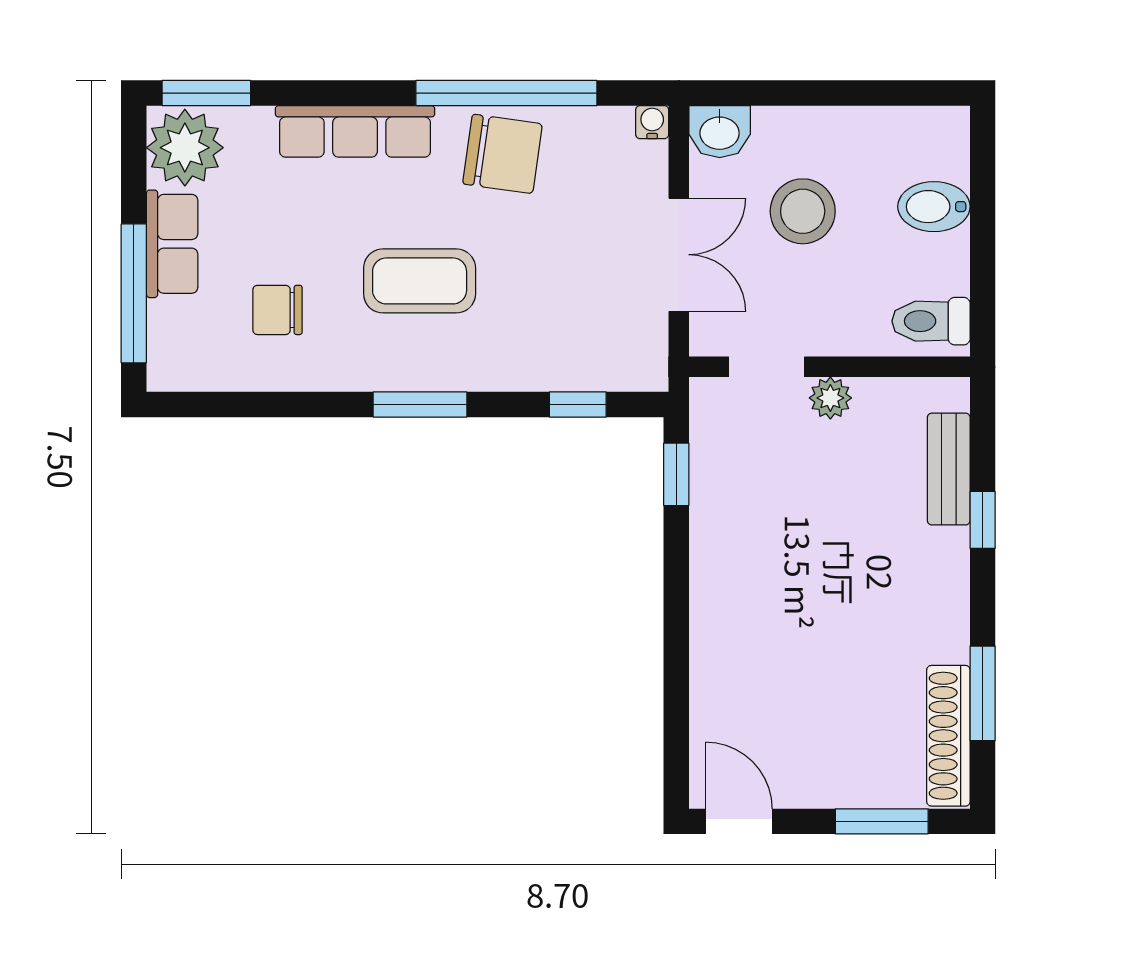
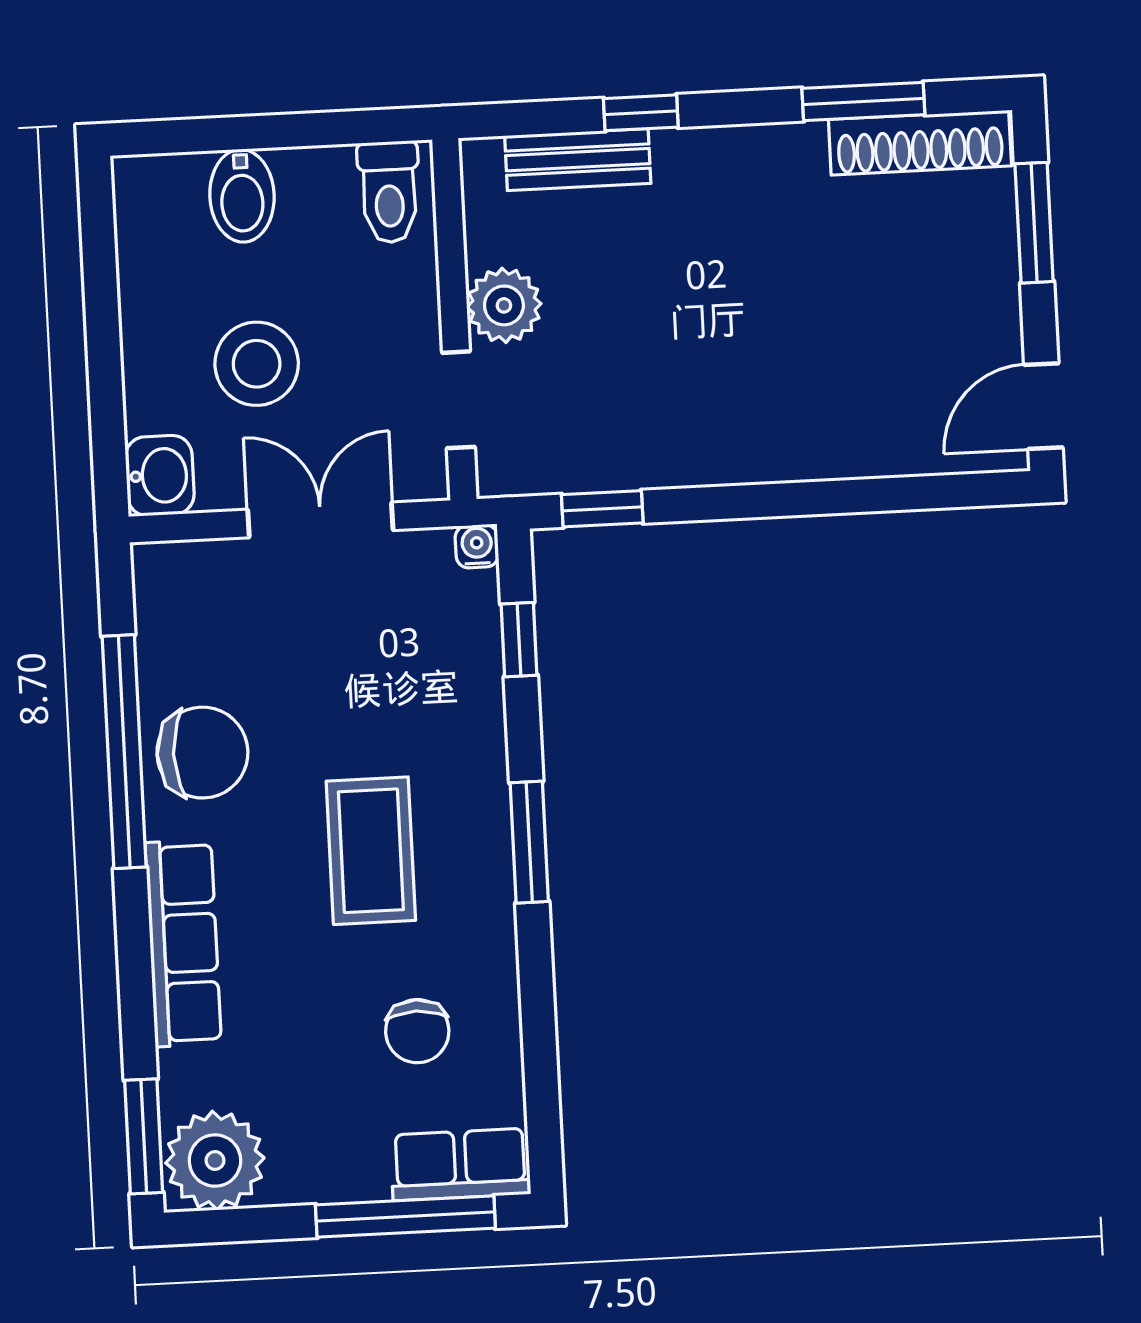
water cooler: (652, 122) -> (477, 546), moved, turned 90
chair: (503, 154) -> (202, 753), turned 82
row of seats: (172, 244) -> (460, 1165), moved
plant: (830, 398) -> (504, 305), width x1.38, depth x1.38

